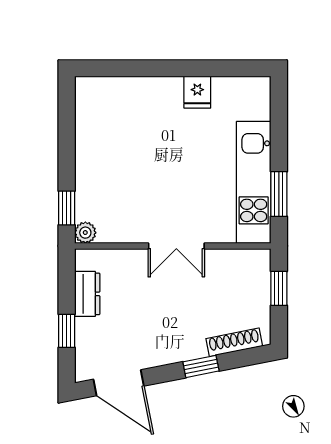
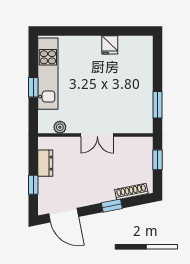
kitchen unit: (254, 182) -> (48, 74), moved, turned 180
window: (67, 208) -> (33, 87), moved
plant: (85, 233) -> (60, 127), moved

